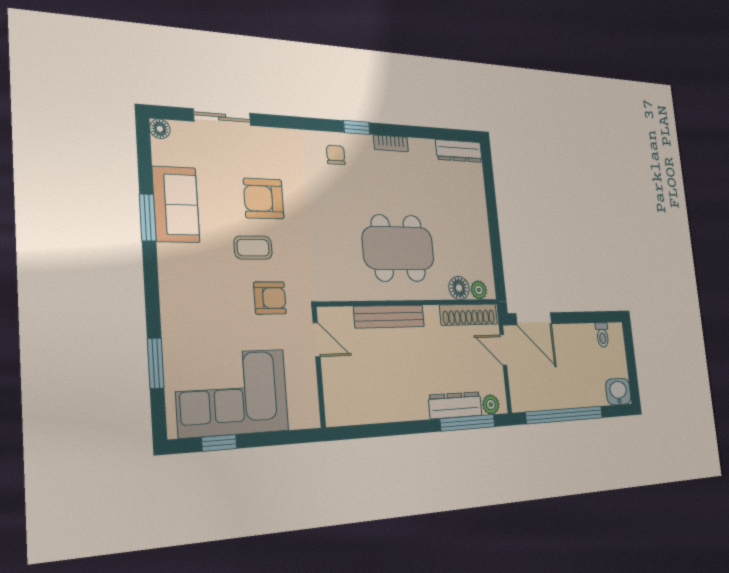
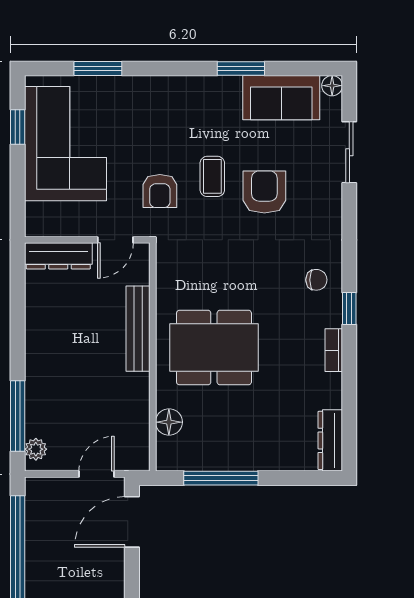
sofa: (176, 204) -> (281, 98), moved
window: (495, 244) -> (221, 478), added
dining table: (398, 248) -> (214, 348), turned 90
plant: (479, 290) -> (166, 449), removed
shoe rack: (469, 315) -> (138, 431), removed
dresser: (455, 405) -> (58, 256), moved, turned 90

